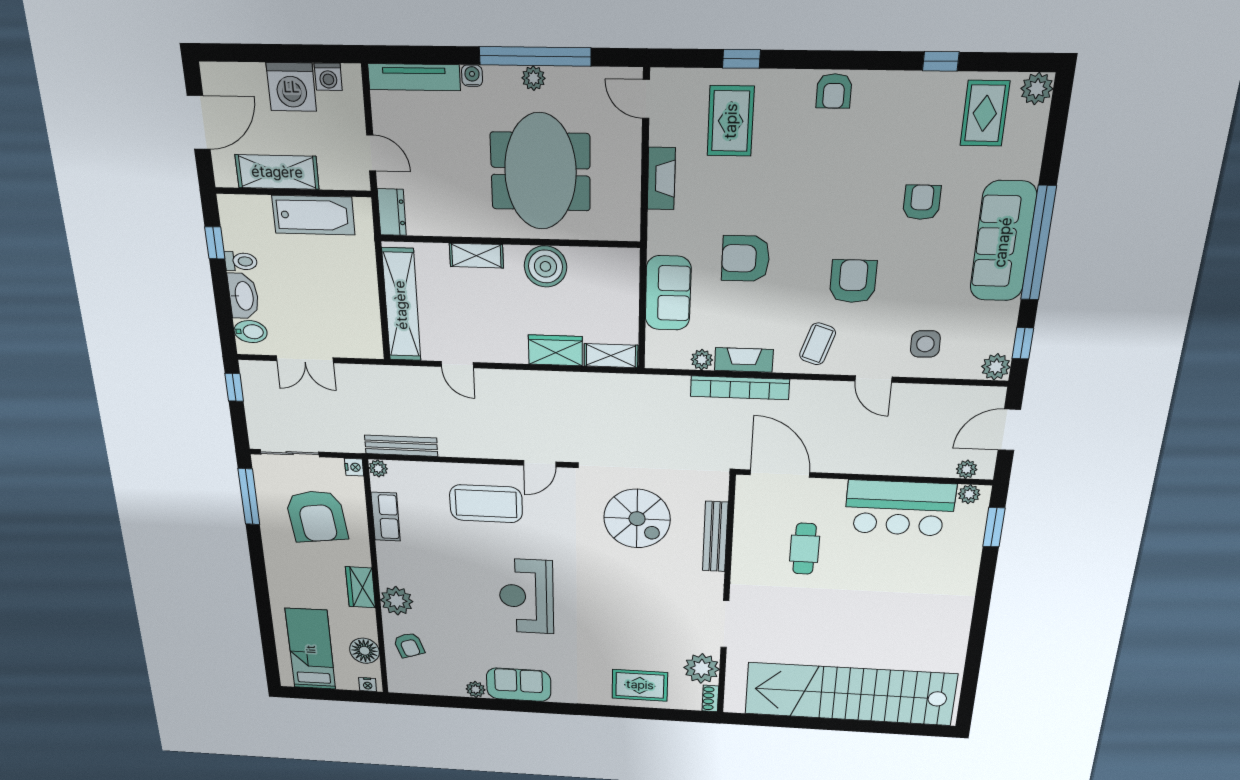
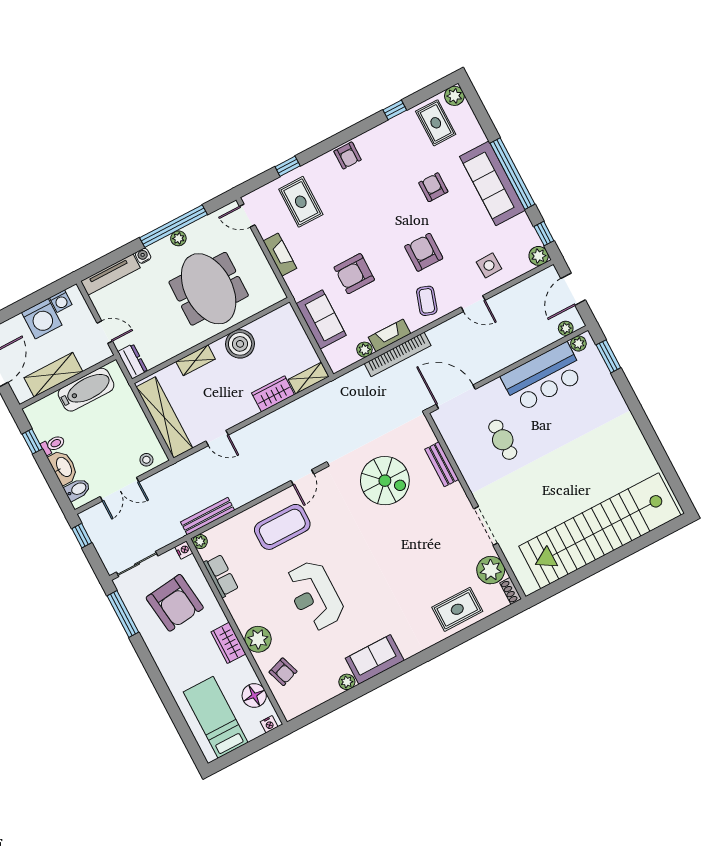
stool: (355, 343) -> (146, 460), added
bench: (715, 537) -> (442, 464), width x0.73
reception desk: (526, 596) -> (314, 596), moved

